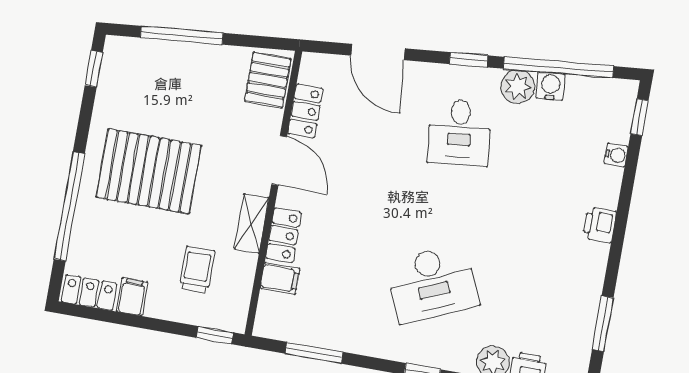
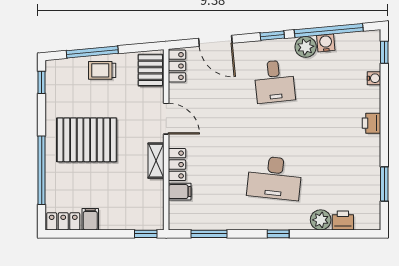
locker: (305, 111) -> (177, 66), moved
trolley: (197, 270) -> (102, 70), moved, turned -90
desk: (432, 283) -> (274, 178), turned 30

